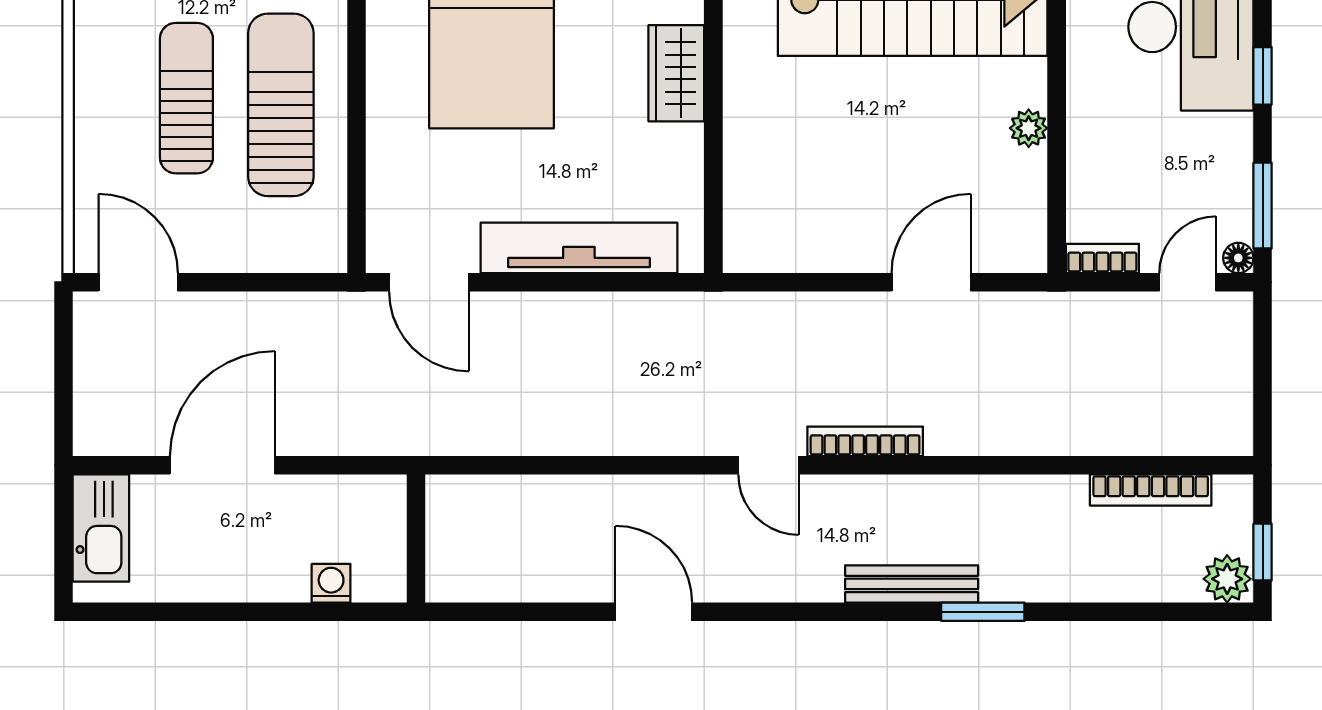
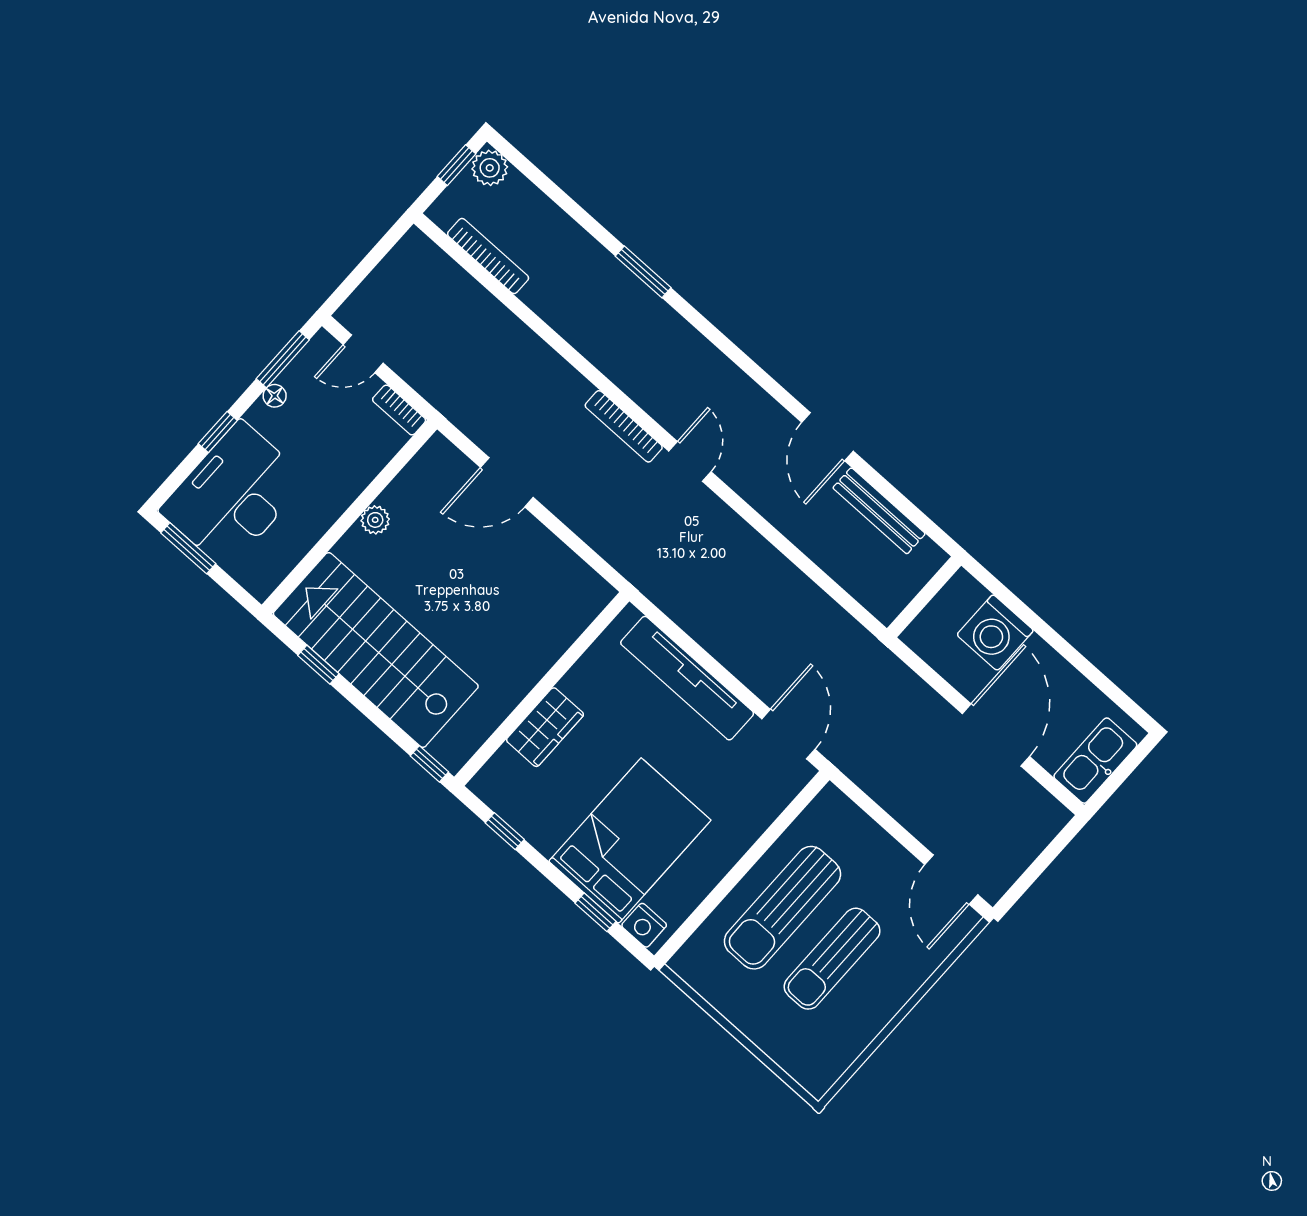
floor lamp: (1238, 258) -> (275, 396), moved
door: (222, 465) -> (996, 735), swing flipped
washing machine: (331, 583) -> (995, 633), width x1.89, depth x1.89
bench: (912, 584) -> (879, 511), moved

